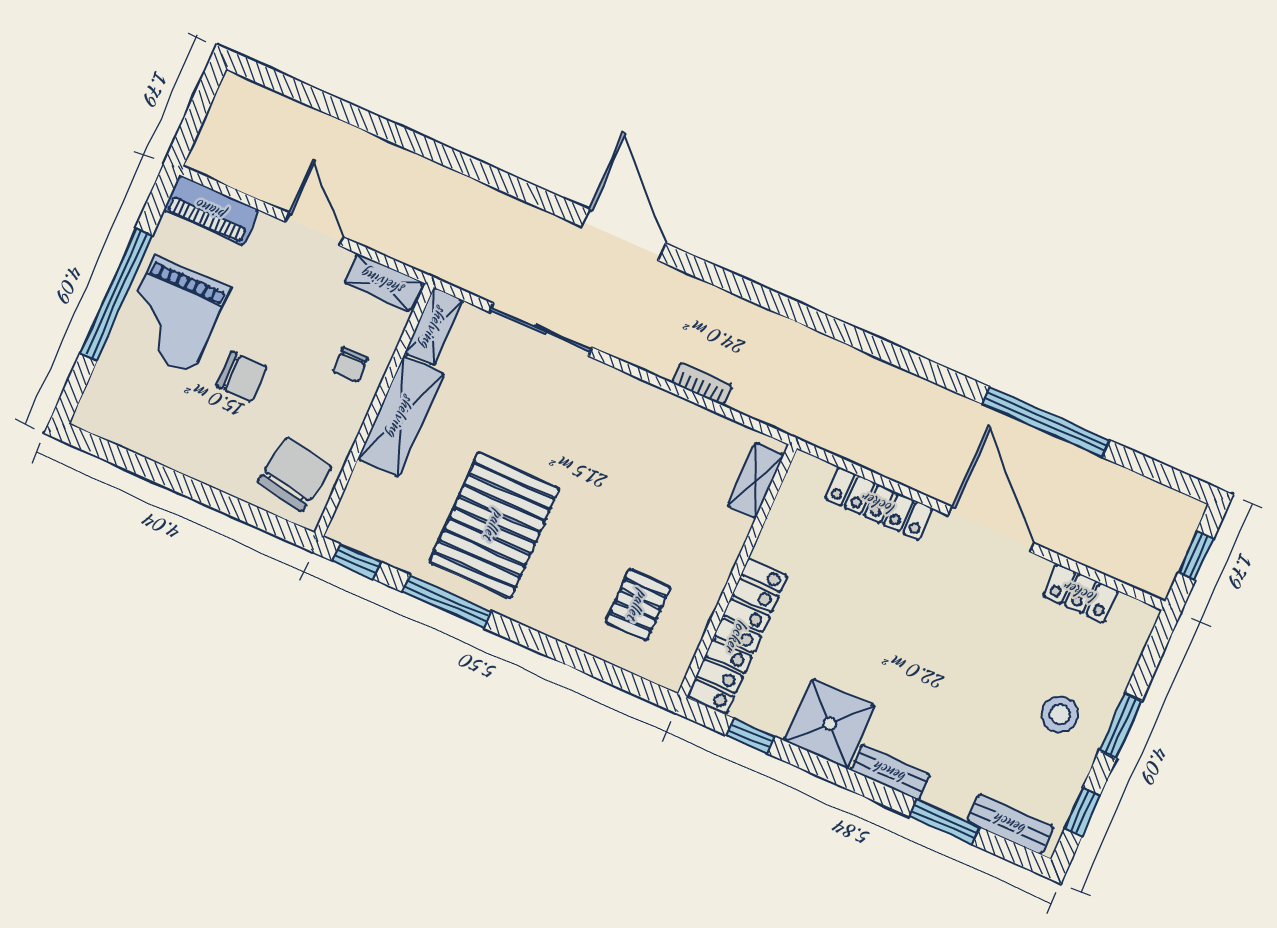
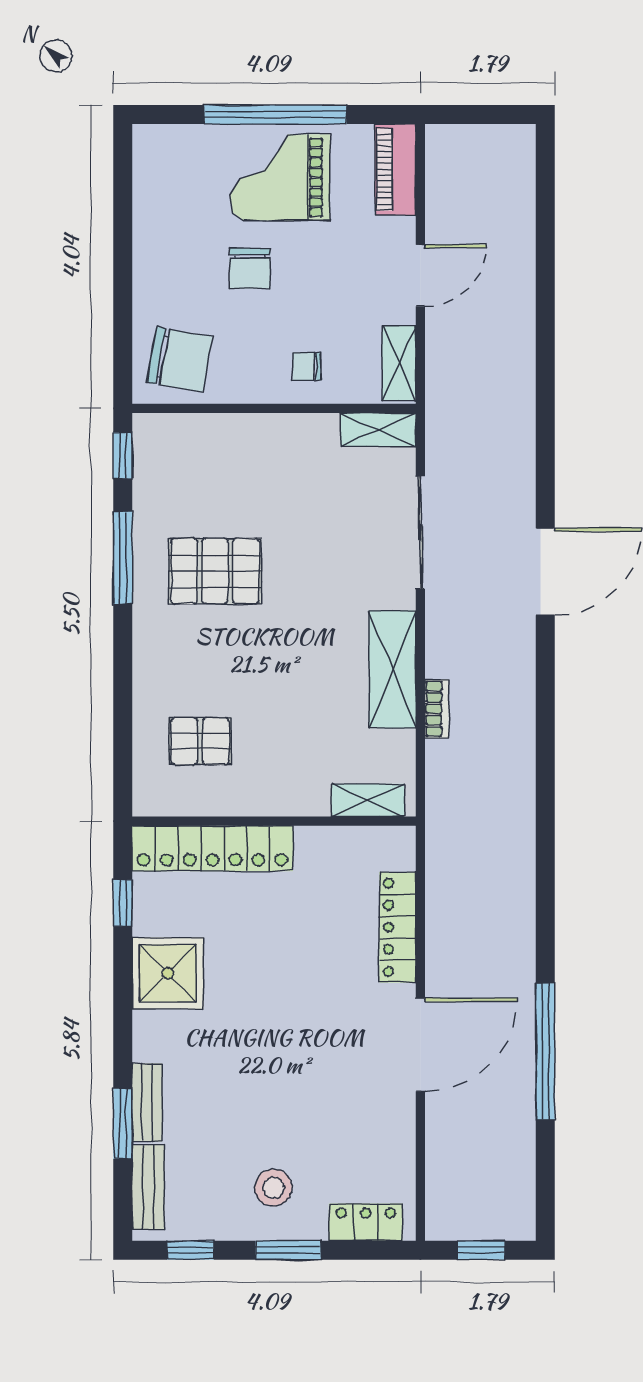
shelving: (401, 416) -> (392, 669), moved, turned 90
pallet: (494, 525) -> (215, 571), width x0.73, depth x0.71
locker: (1081, 593) -> (366, 1222), moved, turned 90
bench: (890, 772) -> (147, 1102), moved

